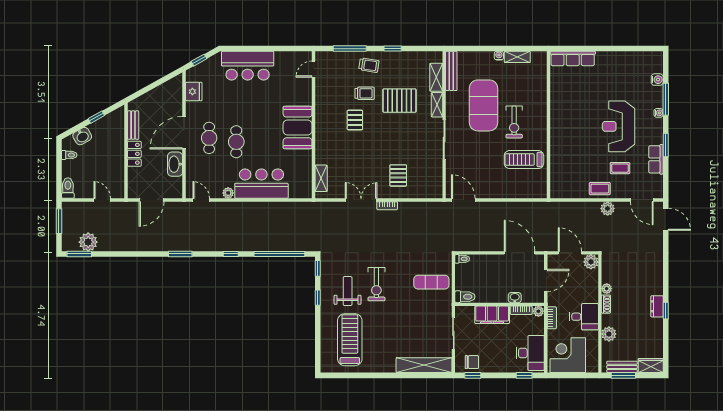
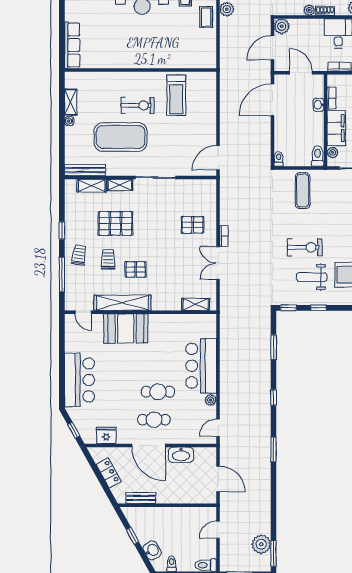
pallet: (399, 101) -> (115, 224), turned 90
shelving: (323, 107) -> (122, 303), added
booth: (298, 127) -> (126, 329), moved
locker: (134, 154) -> (109, 473), moved, turned 61
window: (279, 254) -> (274, 347), width x0.47
plant: (538, 311) -> (333, 152), moved

